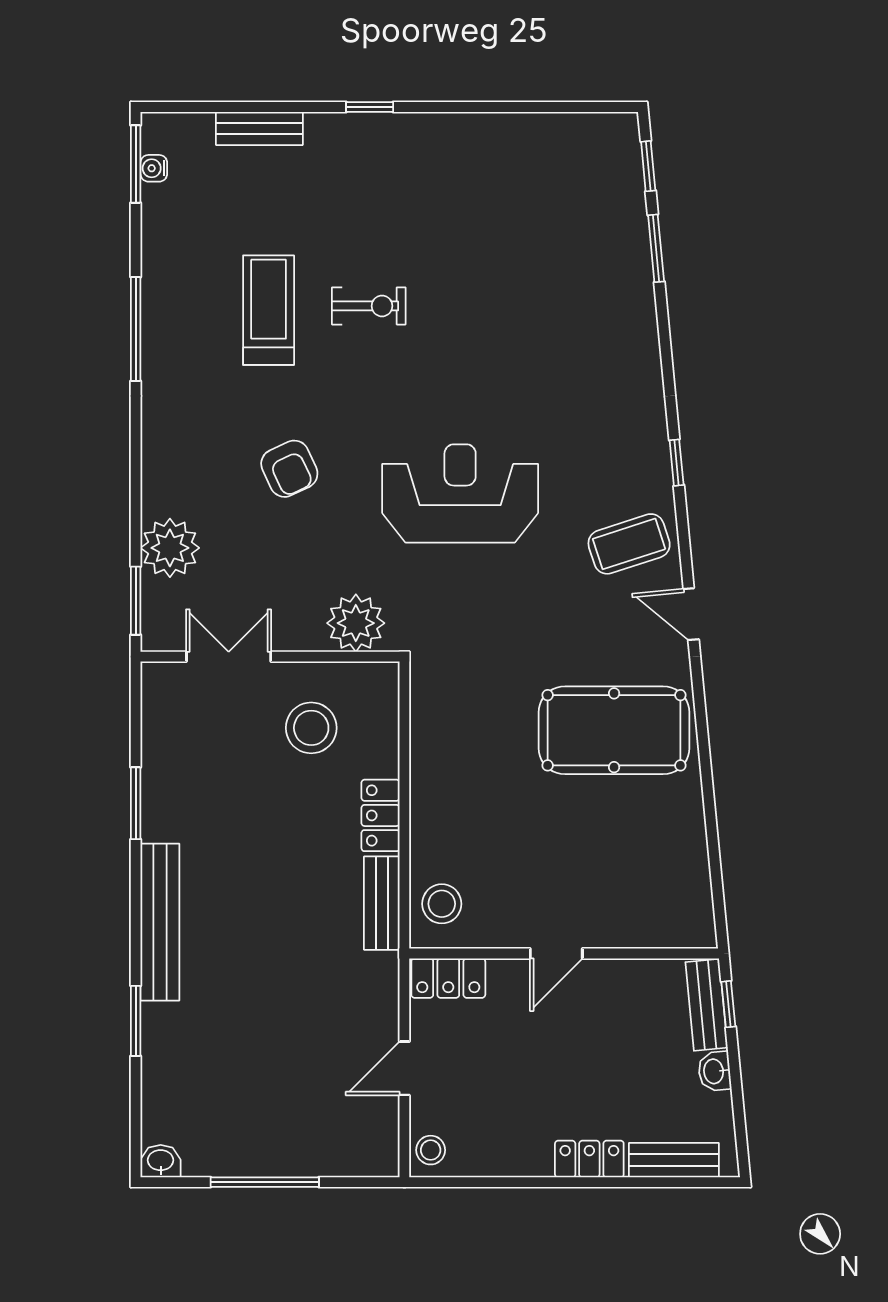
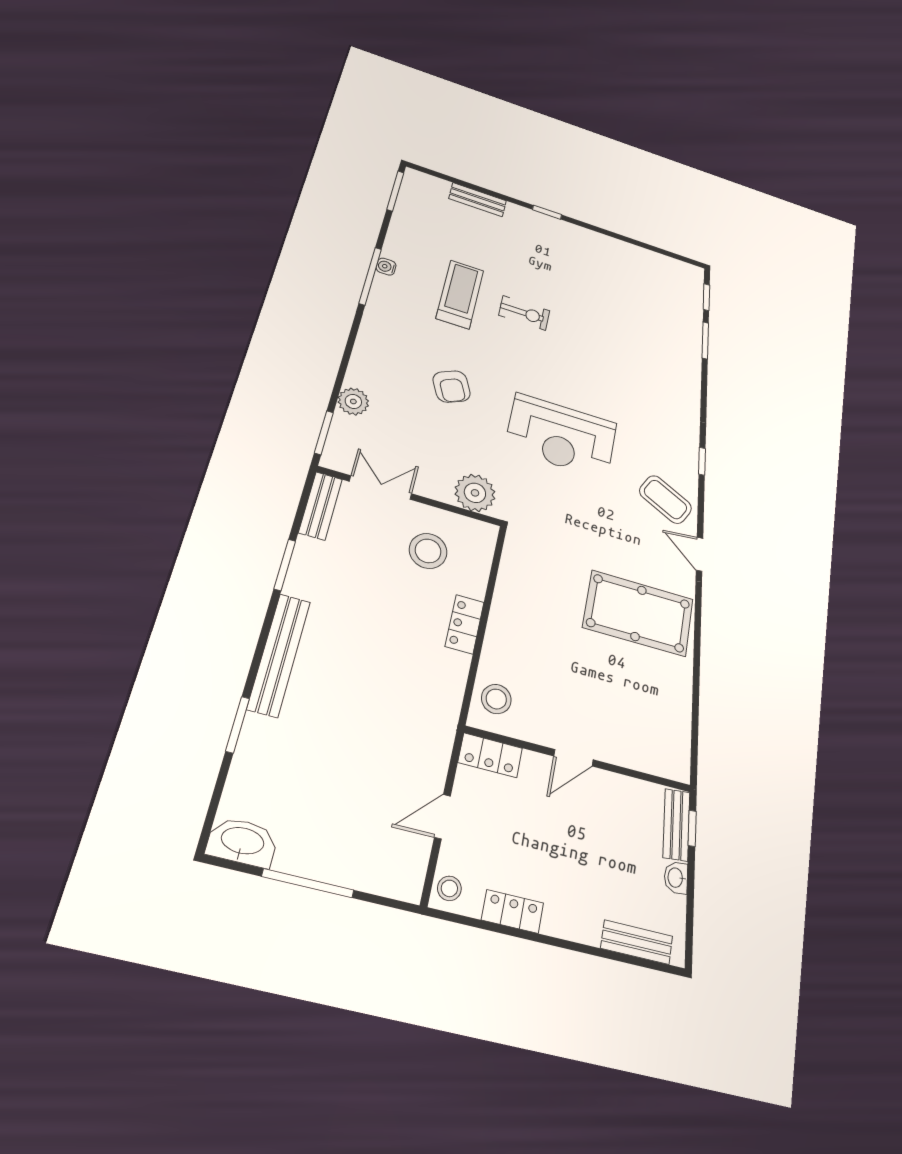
water cooler: (154, 168) -> (386, 267), moved
reception desk: (460, 493) -> (561, 436), turned 180
coffee table: (629, 544) -> (665, 500), turned 45
plant: (170, 548) -> (353, 401), width x0.73, depth x0.73
bench: (382, 903) -> (320, 506), moved
locker: (589, 1159) -> (512, 911), moved
washbasin: (161, 1161) -> (242, 842), width x1.91, depth x1.45

